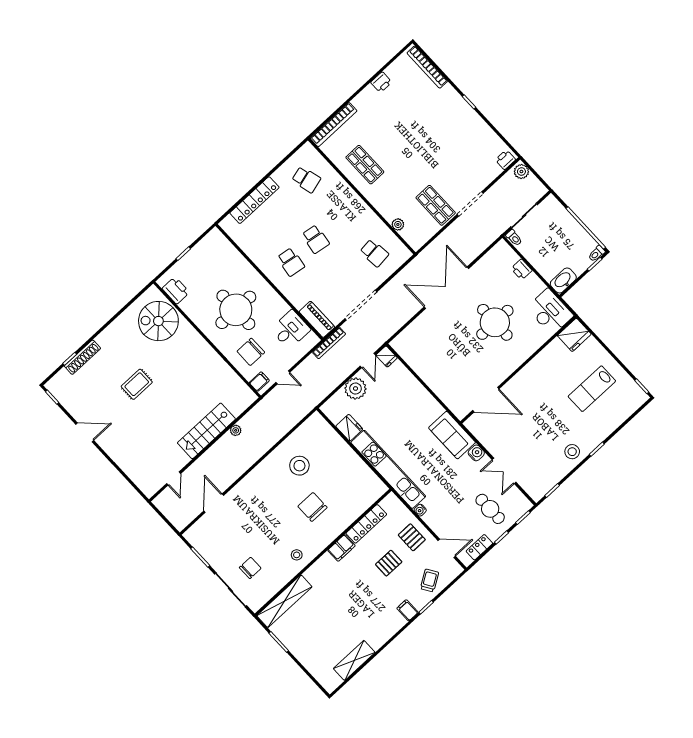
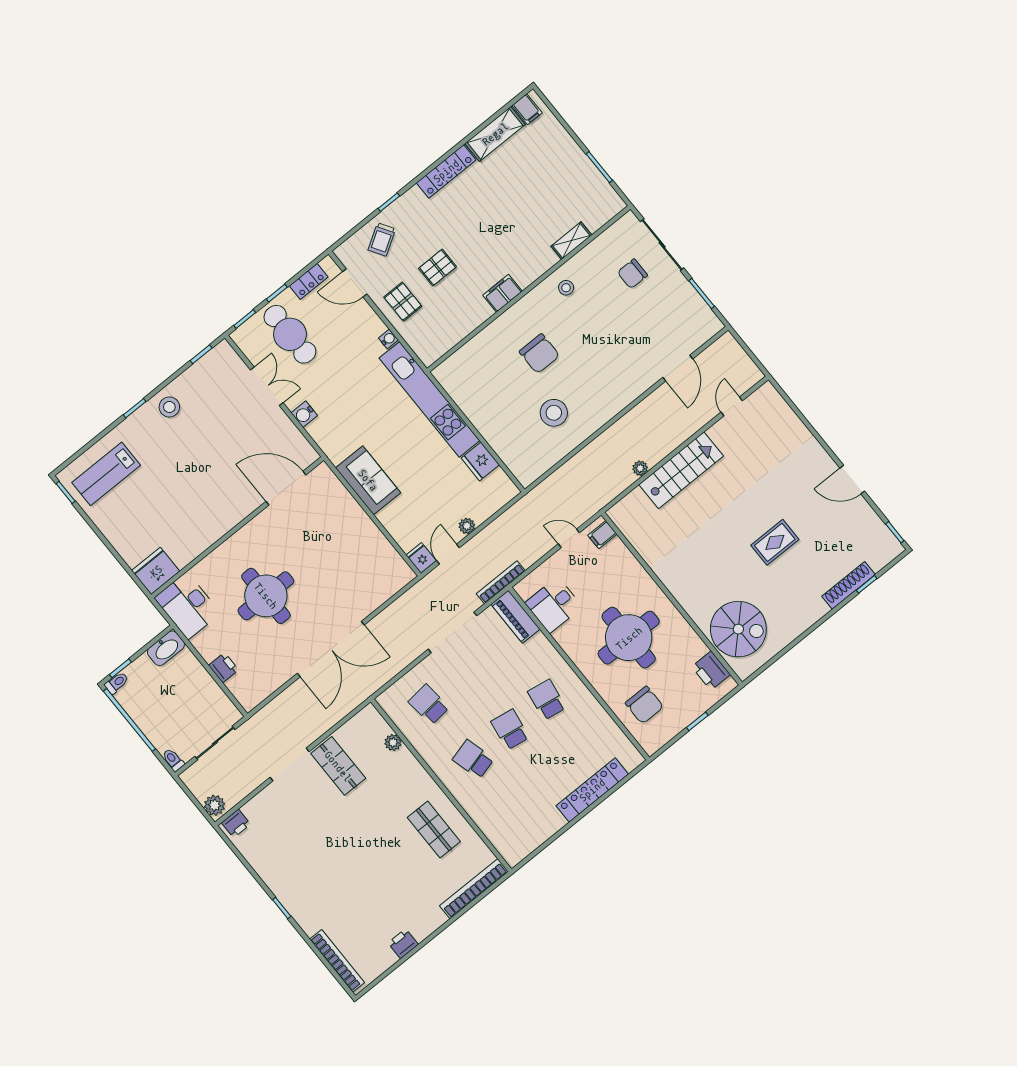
school desk: (306, 180) -> (473, 759), moved
toilet: (514, 238) -> (173, 760), moved
chair: (251, 352) -> (644, 705), moved, turned 90
plant: (355, 389) -> (467, 526), width x0.53, depth x0.53
lab bench: (592, 389) -> (106, 474), moved, turned 180
sofa: (452, 435) -> (368, 480), moved
cafe table: (490, 509) -> (290, 334), width x1.37, depth x1.35
locker: (366, 524) -> (446, 171), moved, turned 180
shelving: (284, 601) -> (571, 241), width x0.45, depth x0.75
filing cabinet: (408, 610) -> (527, 109), moved

